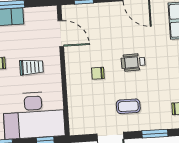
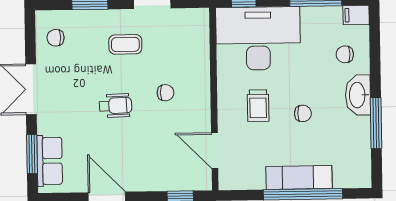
trolley: (31, 67) -> (258, 106), turned -90

